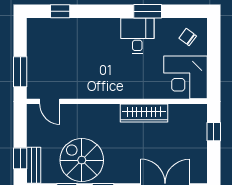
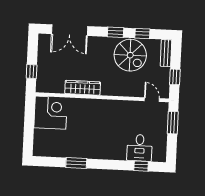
desk: (137, 36) -> (140, 148), moved
chair: (188, 37) -> (48, 143), removed
window: (20, 158) -> (175, 77), moved

